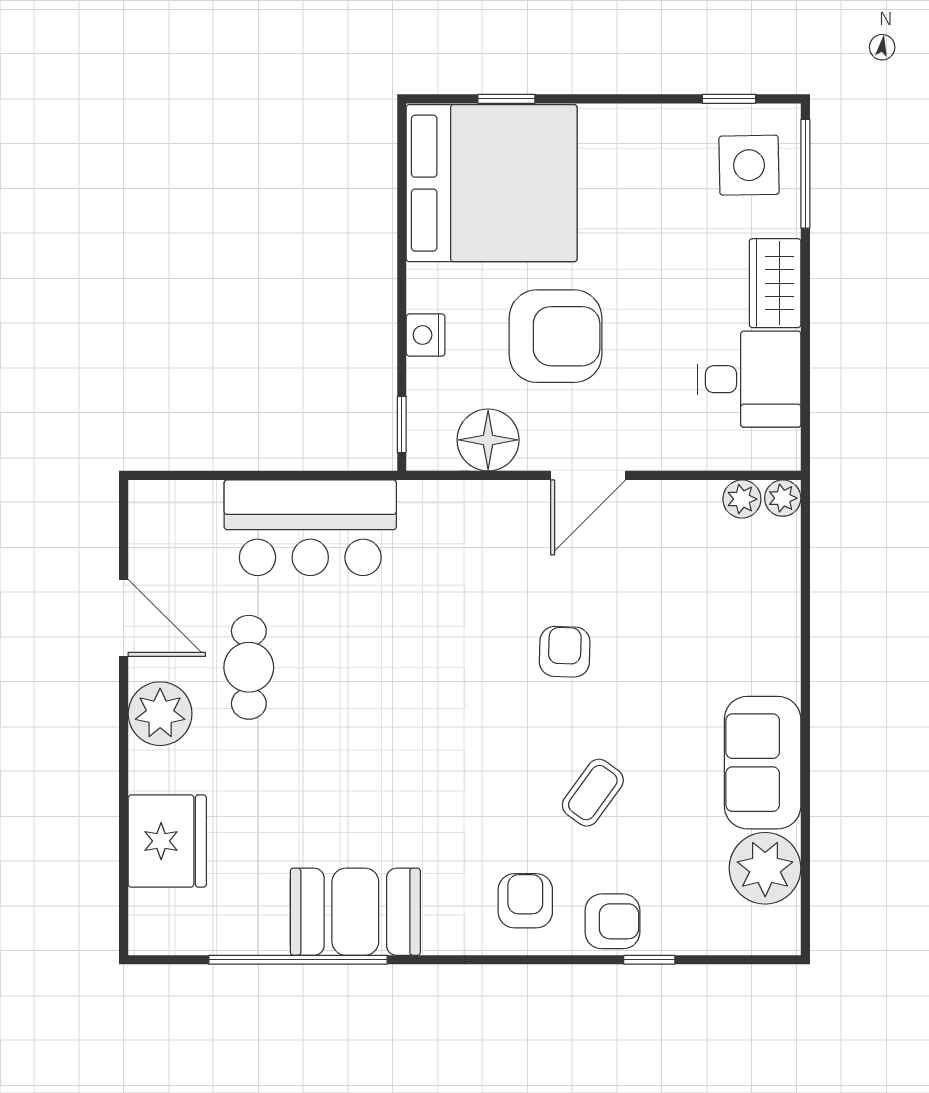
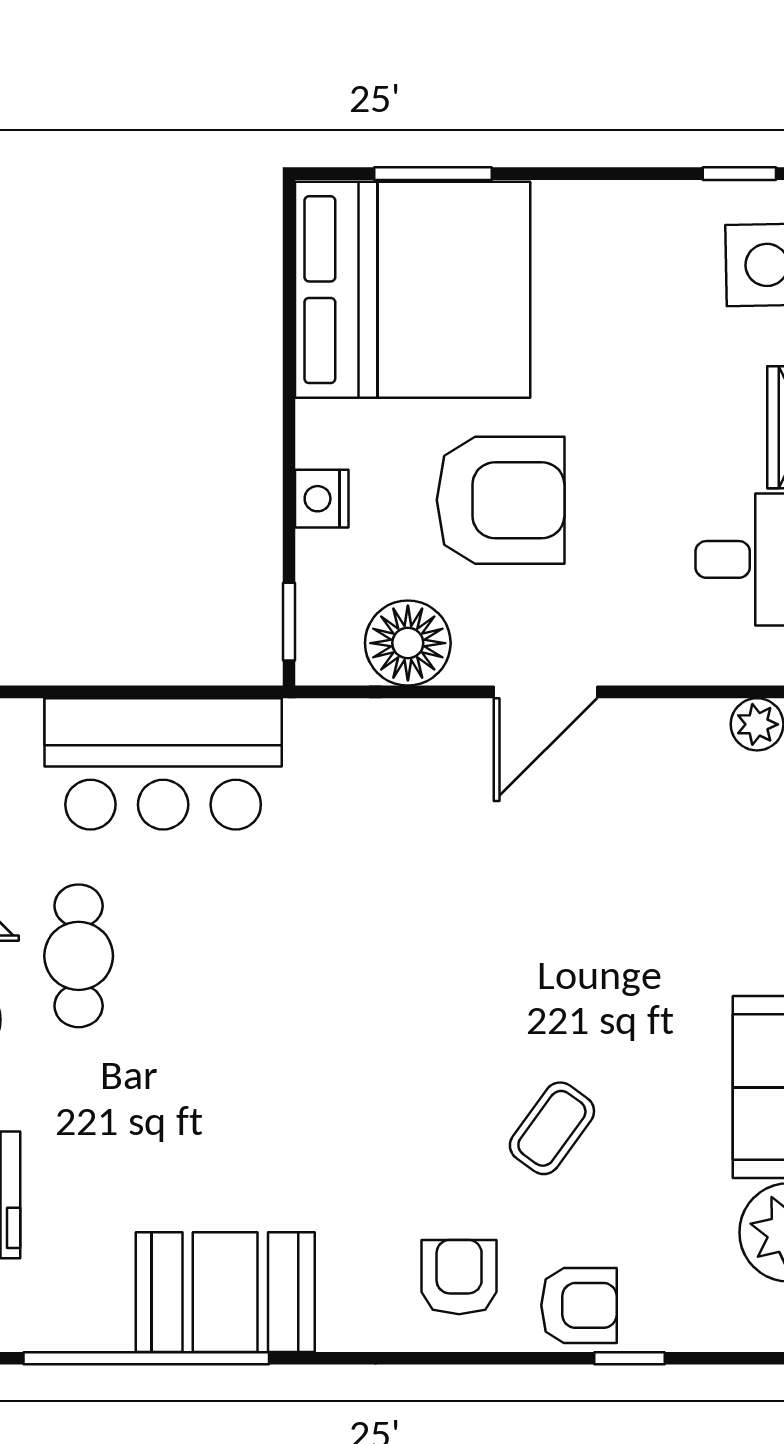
window: (506, 99) -> (433, 174), width x1.50
armchair: (565, 652) -> (513, 934), removed

